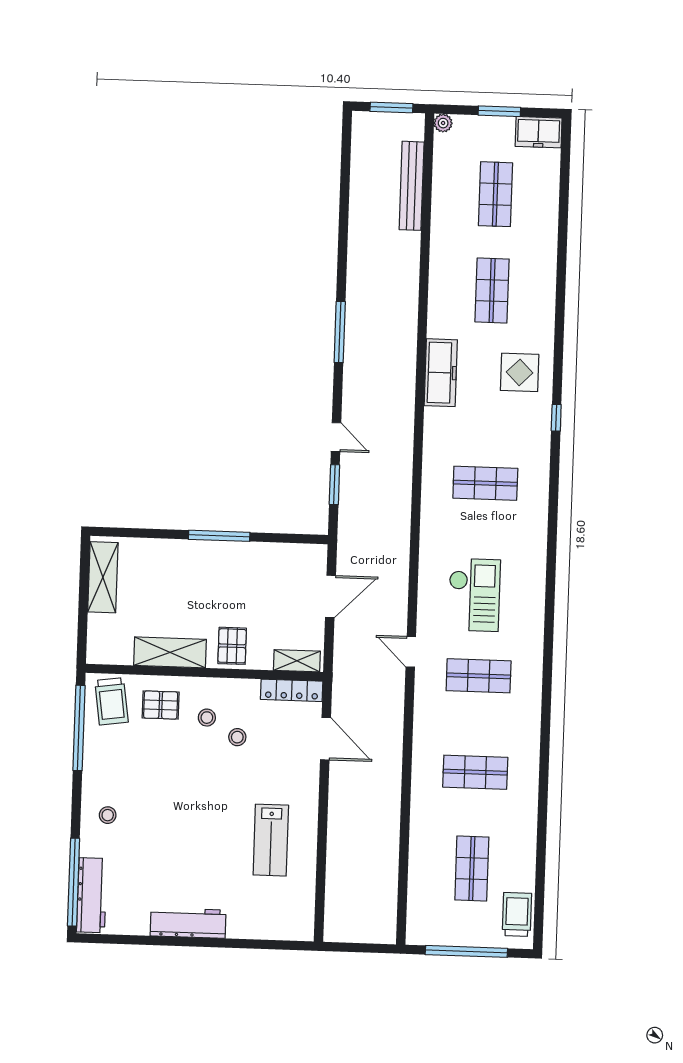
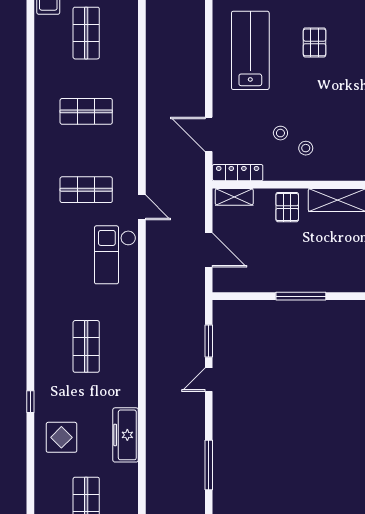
door: (336, 437) -> (209, 380), hinge flipped
shop shelf: (485, 483) -> (86, 346), turned 90
checkout: (474, 595) -> (115, 255), moved
door: (330, 596) -> (209, 250), swing flipped
pallet: (161, 705) -> (315, 42), moved, turned 90
lab bench: (271, 840) -> (250, 50), width x1.36, depth x1.39

